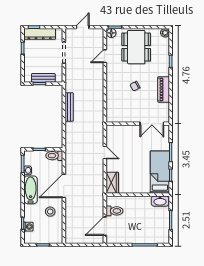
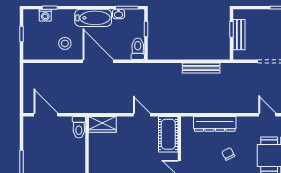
dresser: (112, 97) -> (215, 124), added
cot: (120, 132) -> (168, 134), added
door: (105, 153) -> (142, 115), swing flipped
toilet: (114, 211) -> (79, 127), moved

